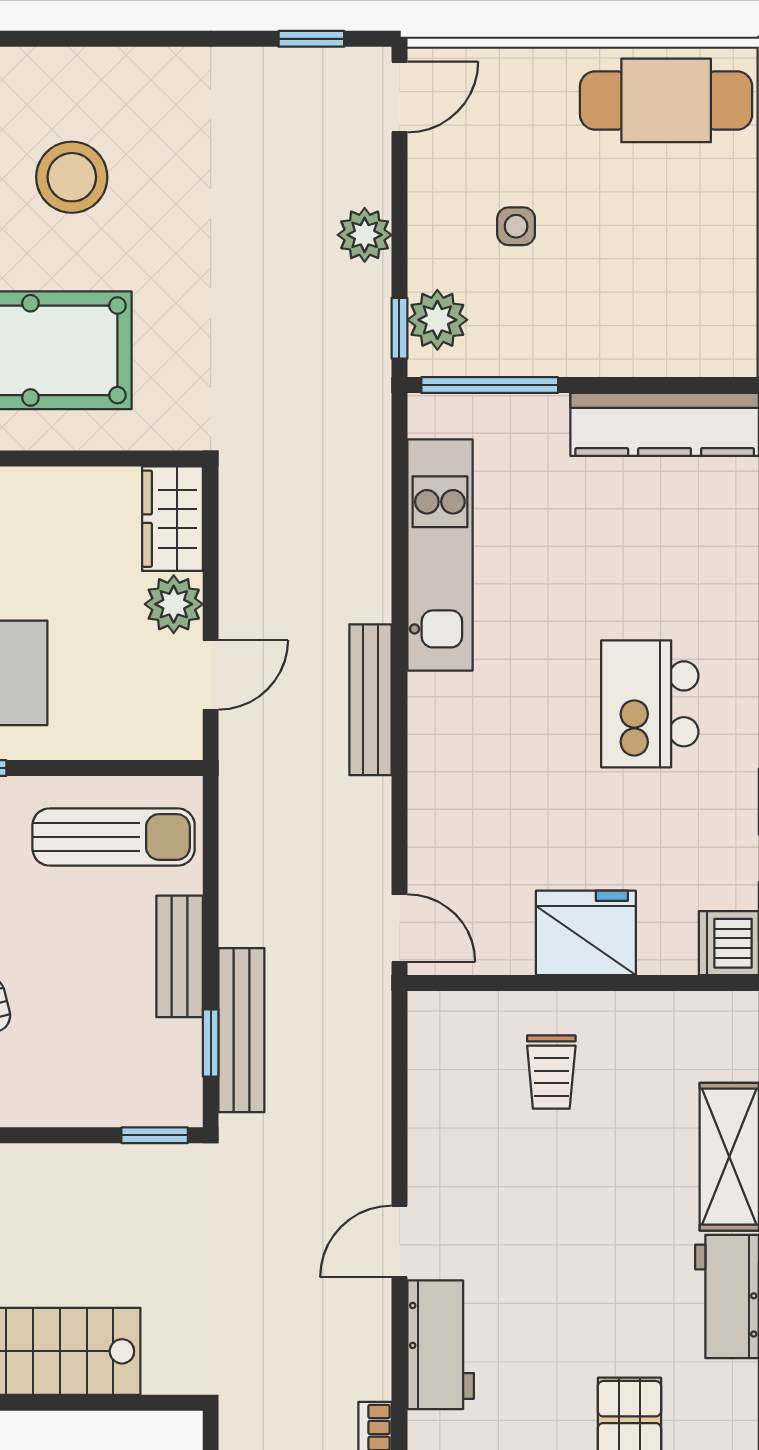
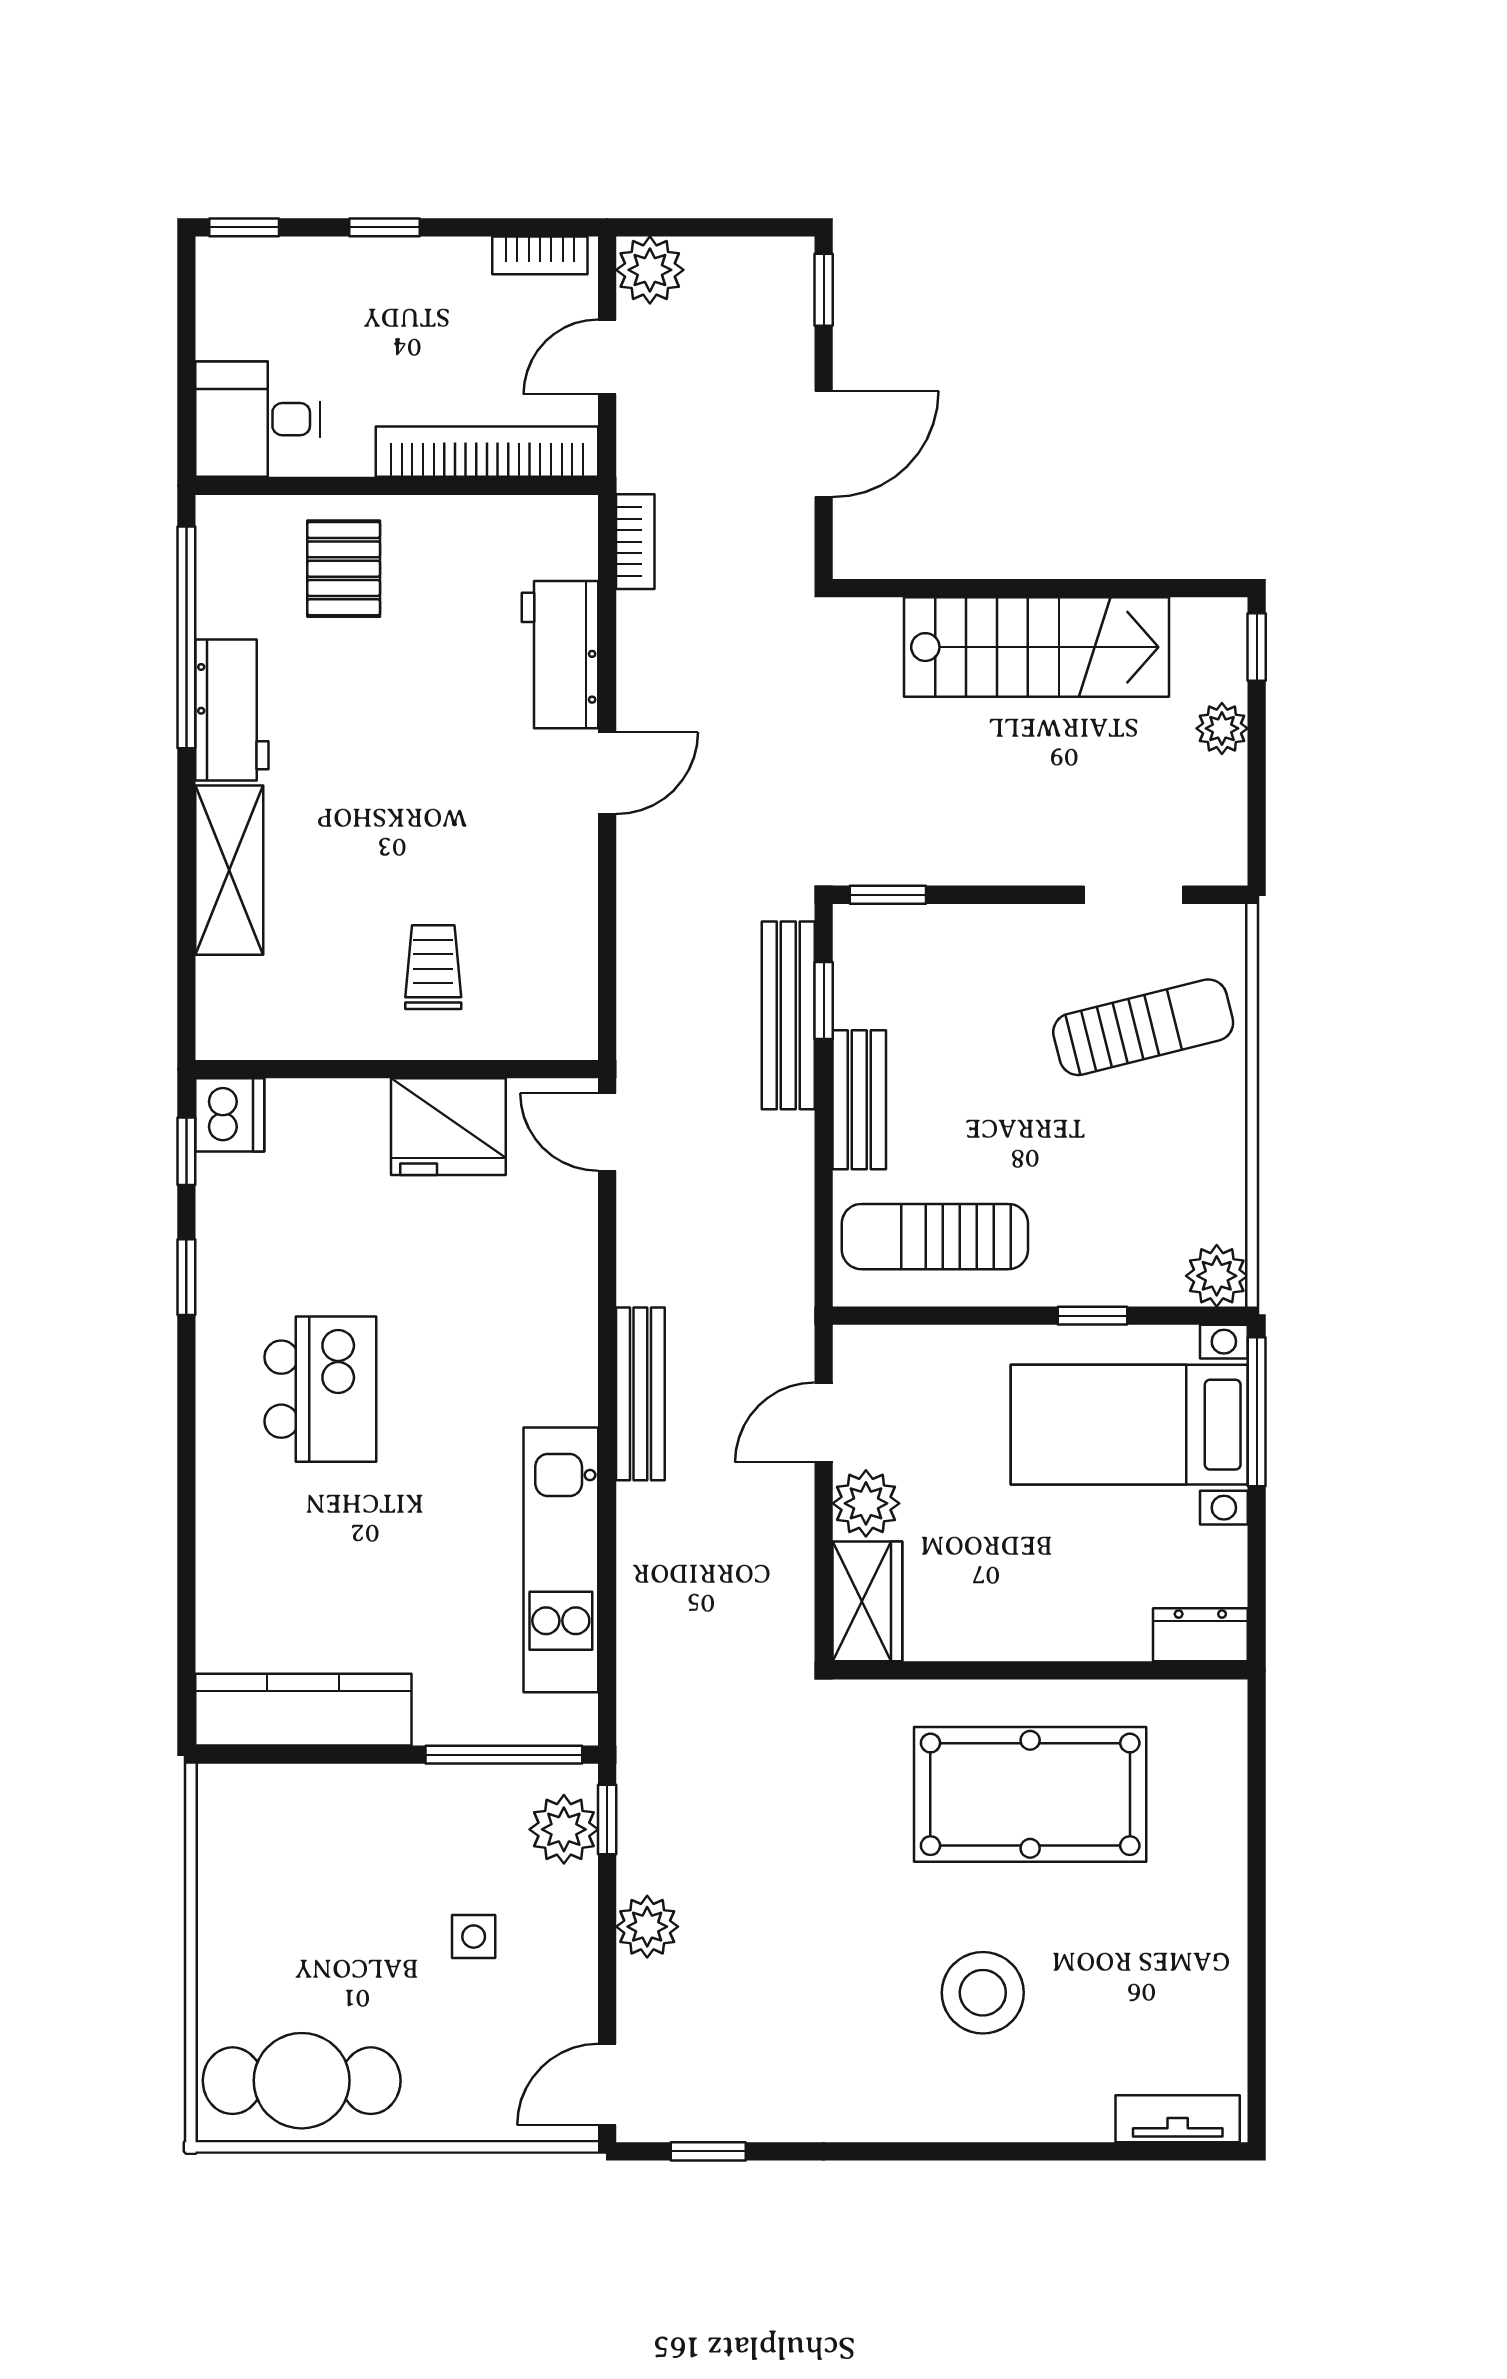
fridge: (586, 933) -> (448, 1127), moved

